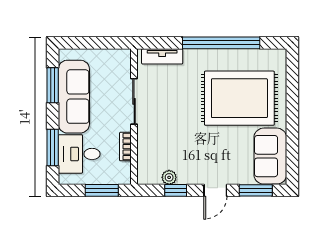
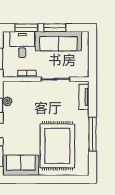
window: (221, 43) -> (92, 134), width x0.68
window: (53, 85) -> (55, 28), moved

